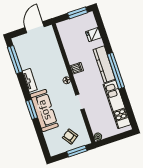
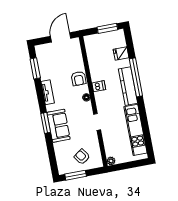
window: (15, 60) -> (35, 68), width x0.69
armchair: (57, 64) -> (79, 79), added
window: (116, 71) -> (136, 77), moved
sofa: (44, 110) -> (59, 126), width x0.73
window: (77, 151) -> (76, 175), moved

